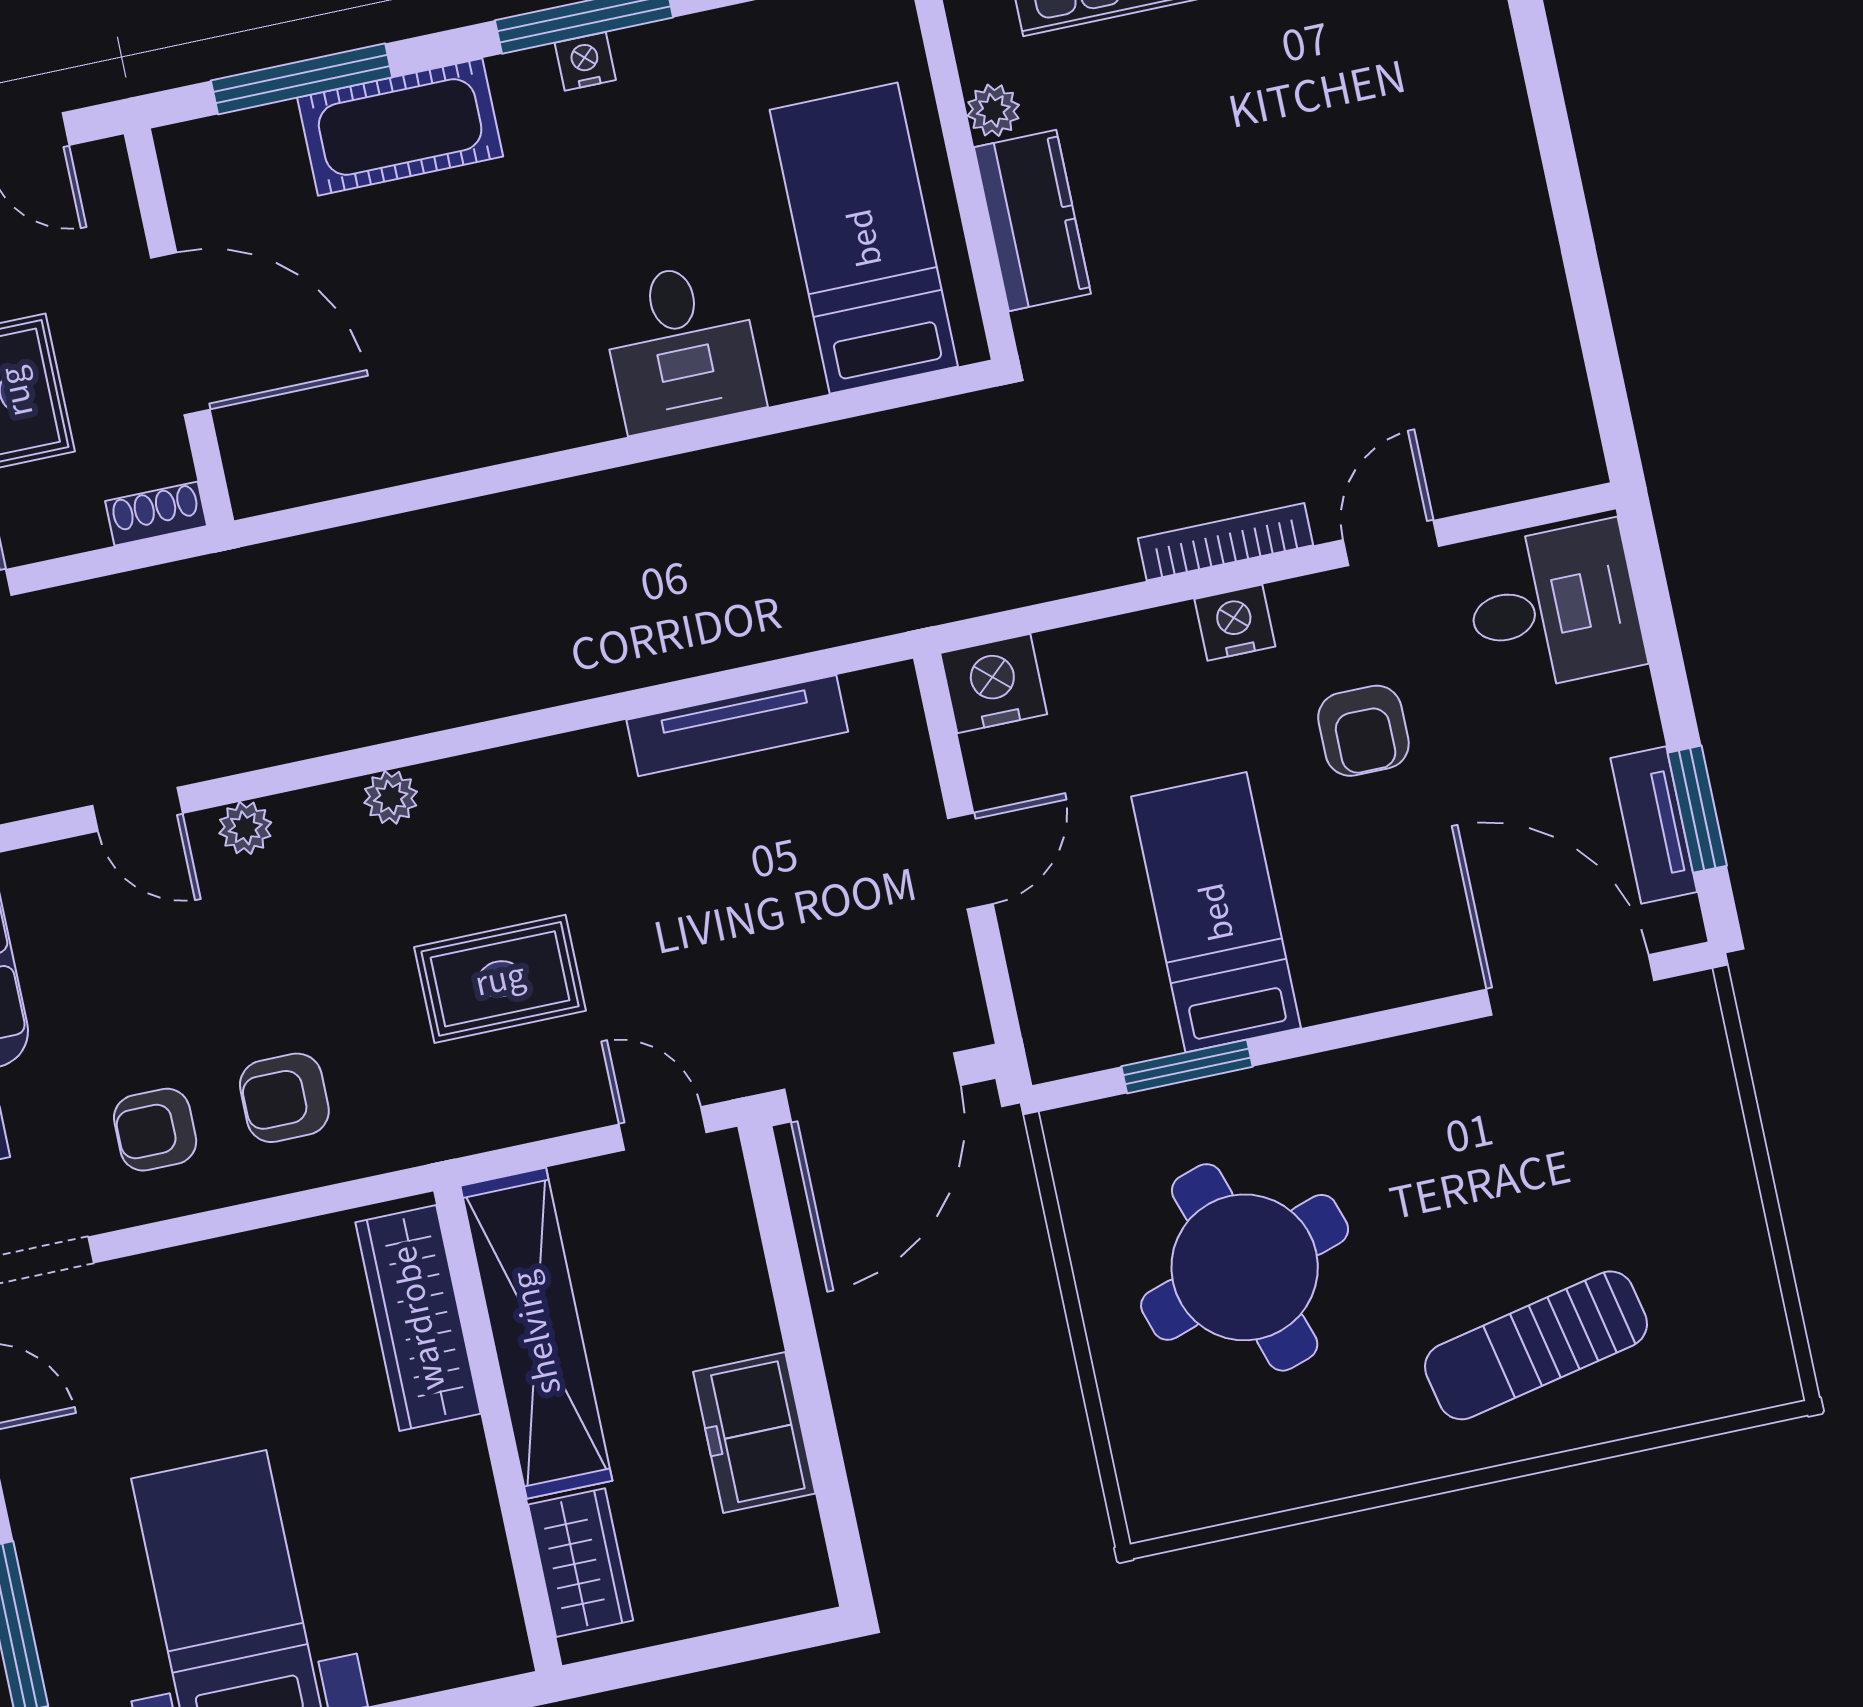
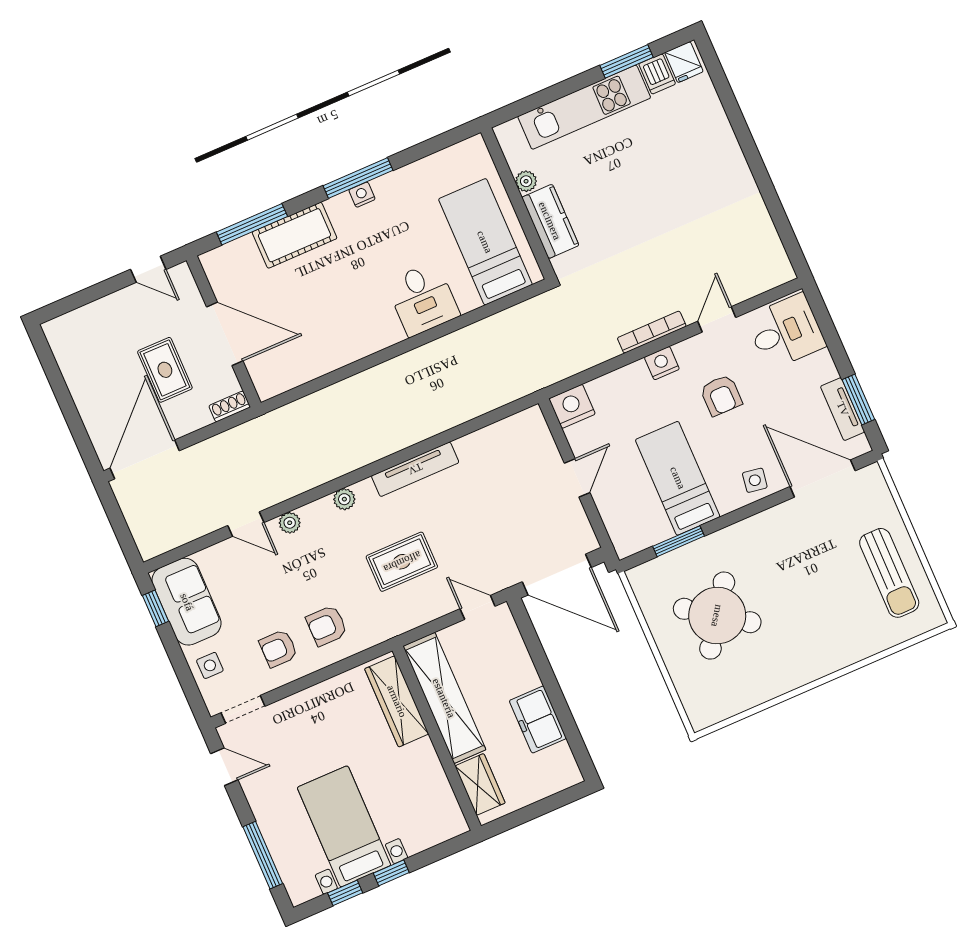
tv unit: (737, 726) -> (415, 469), moved
side table: (1404, 955) -> (755, 480), added
door: (872, 1087) -> (557, 575), hinge flipped
round table: (1245, 1267) -> (717, 616), turned -37
sun lounger: (1536, 1345) -> (889, 573), moved, turned -78

